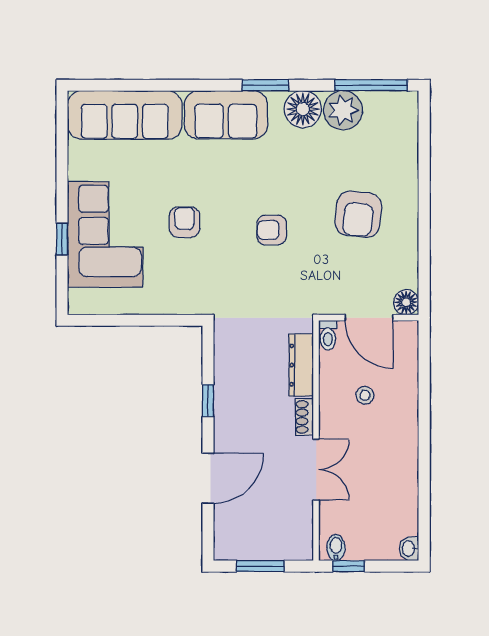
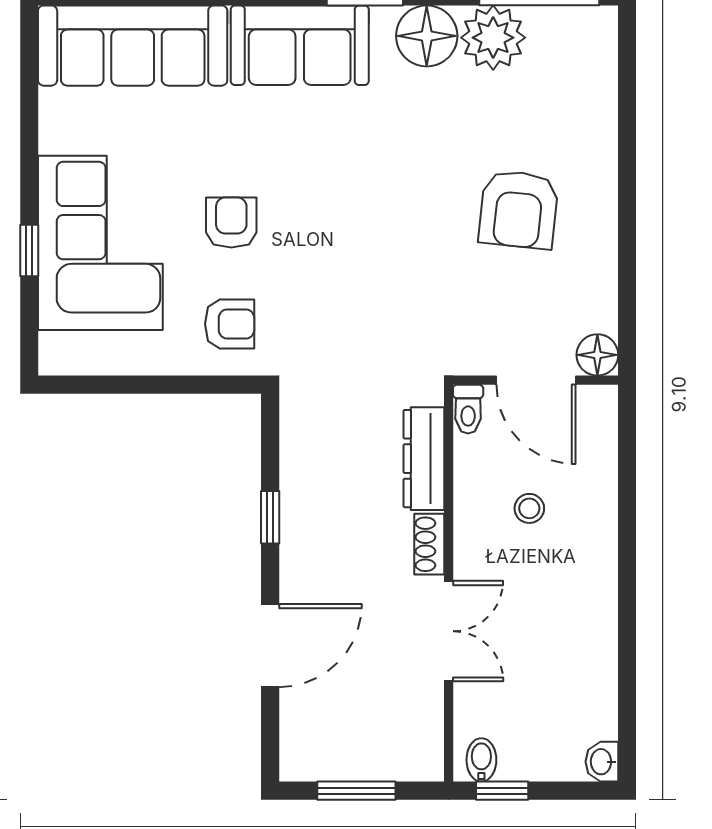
armchair: (272, 230) -> (230, 324), moved, turned 180

